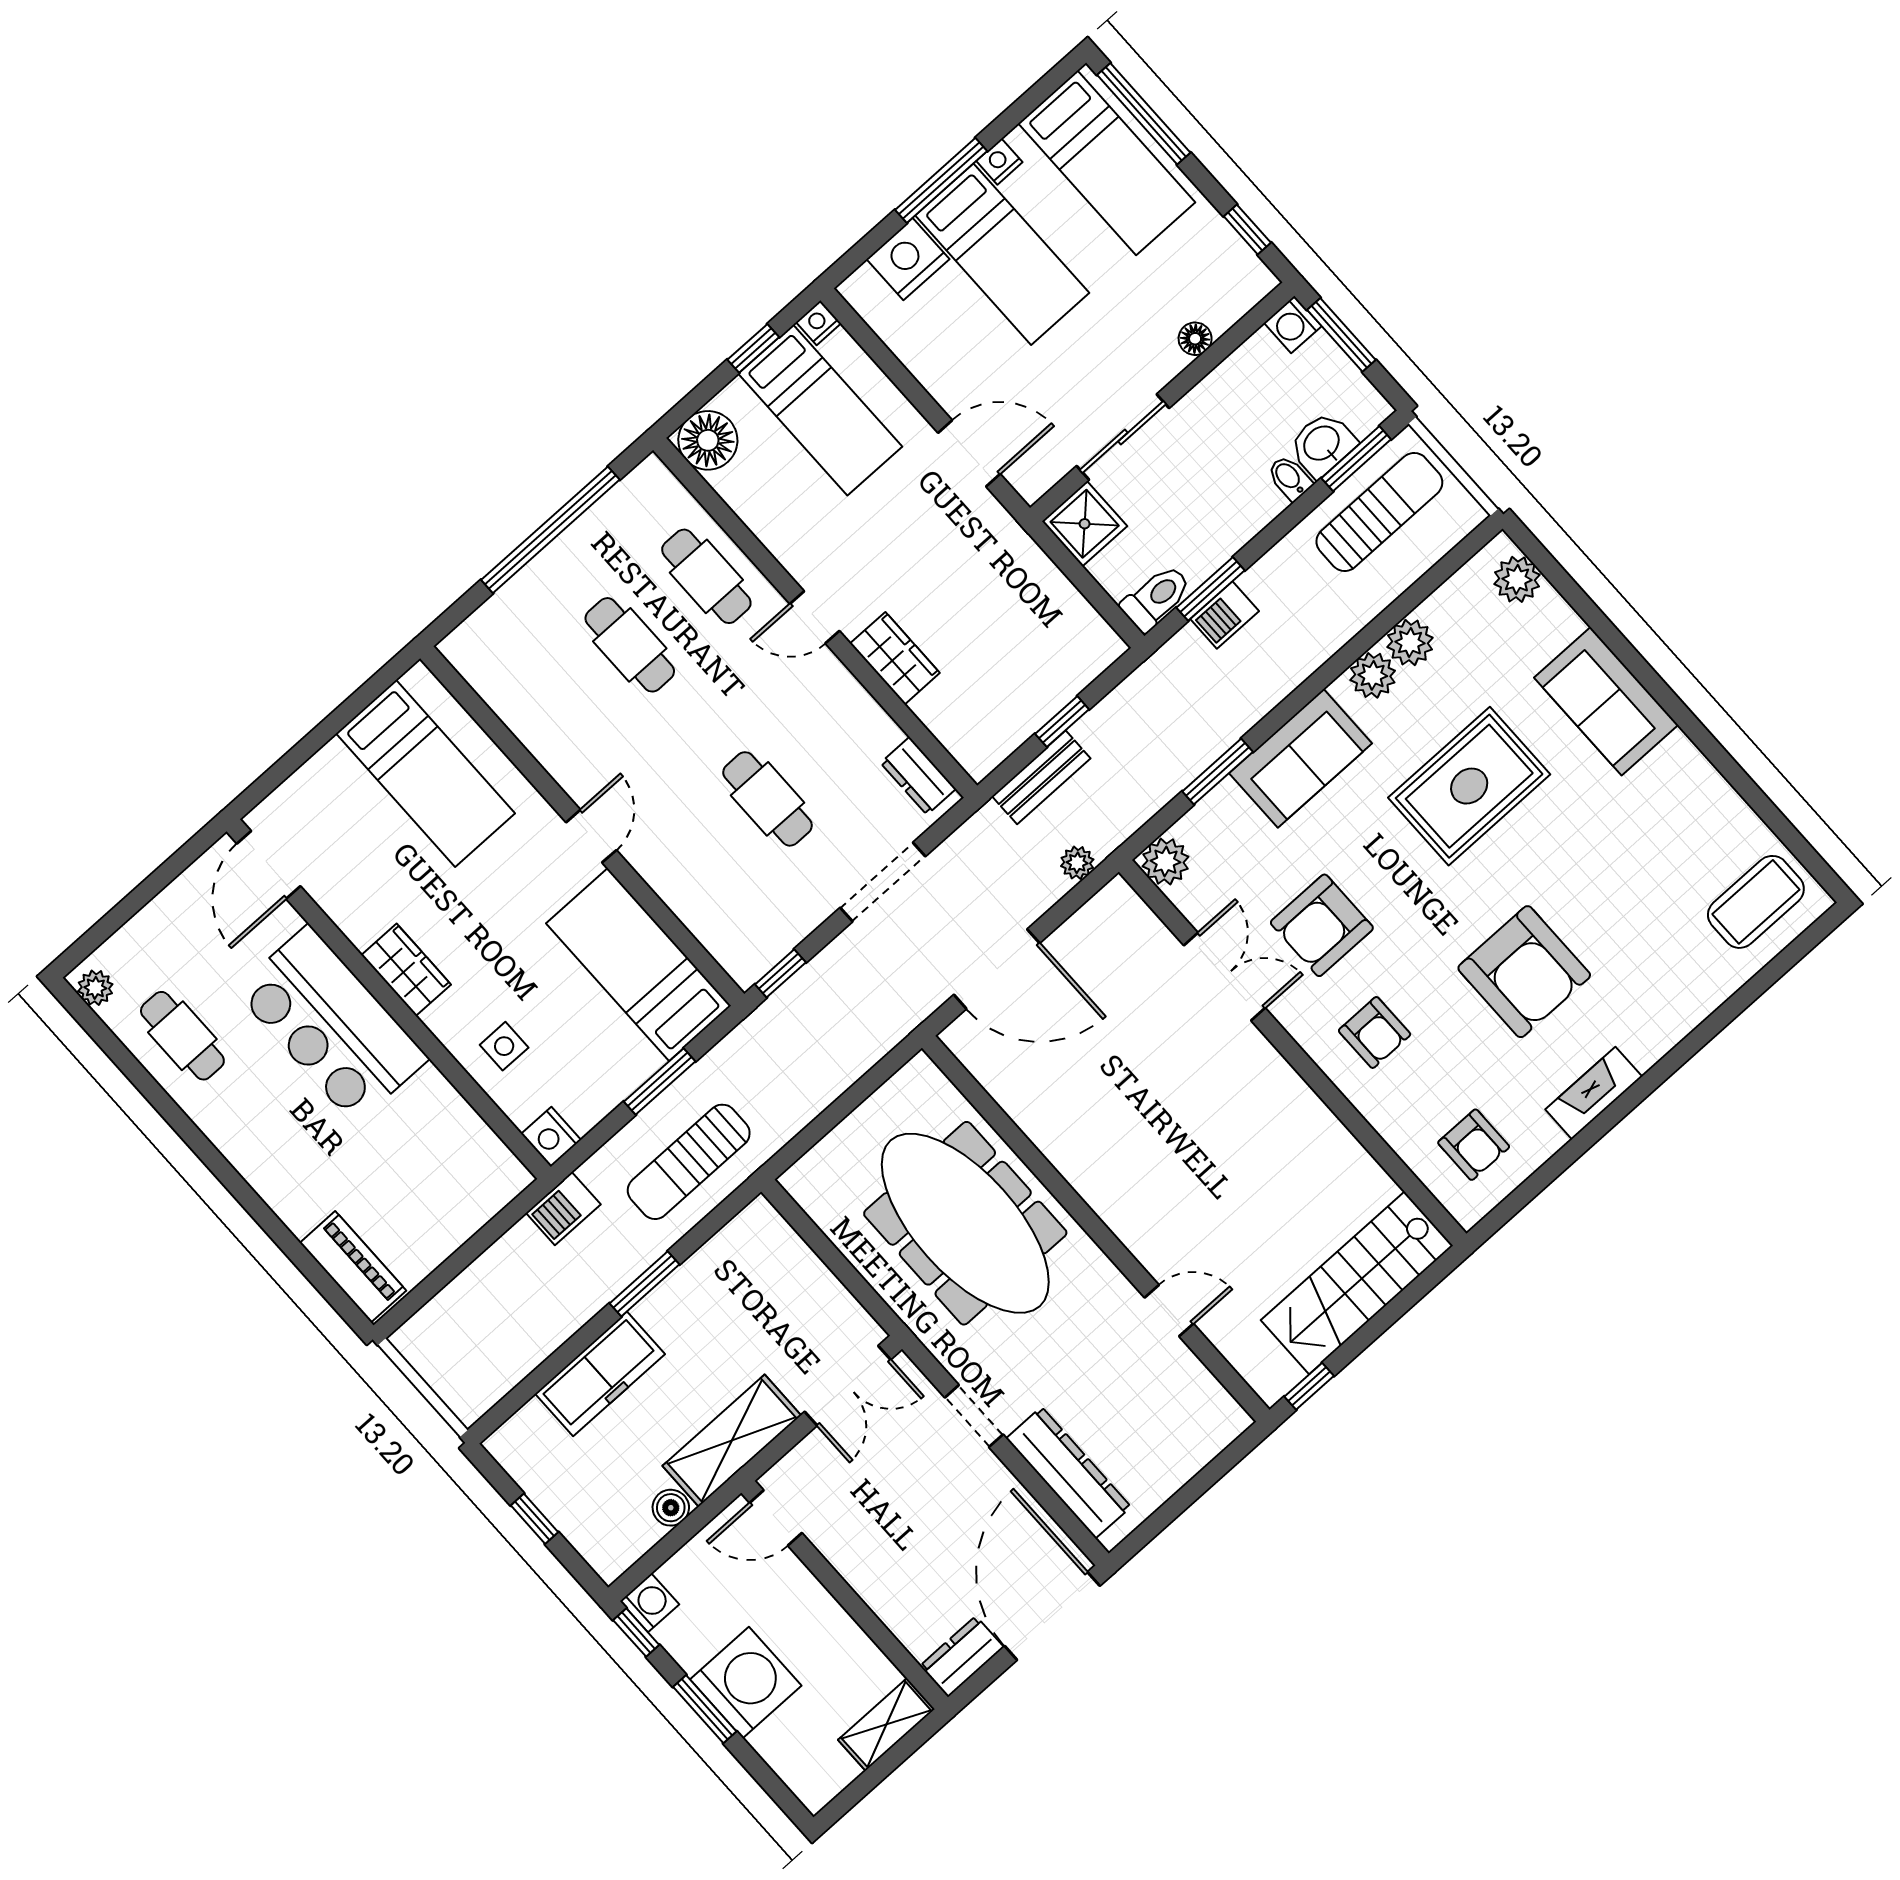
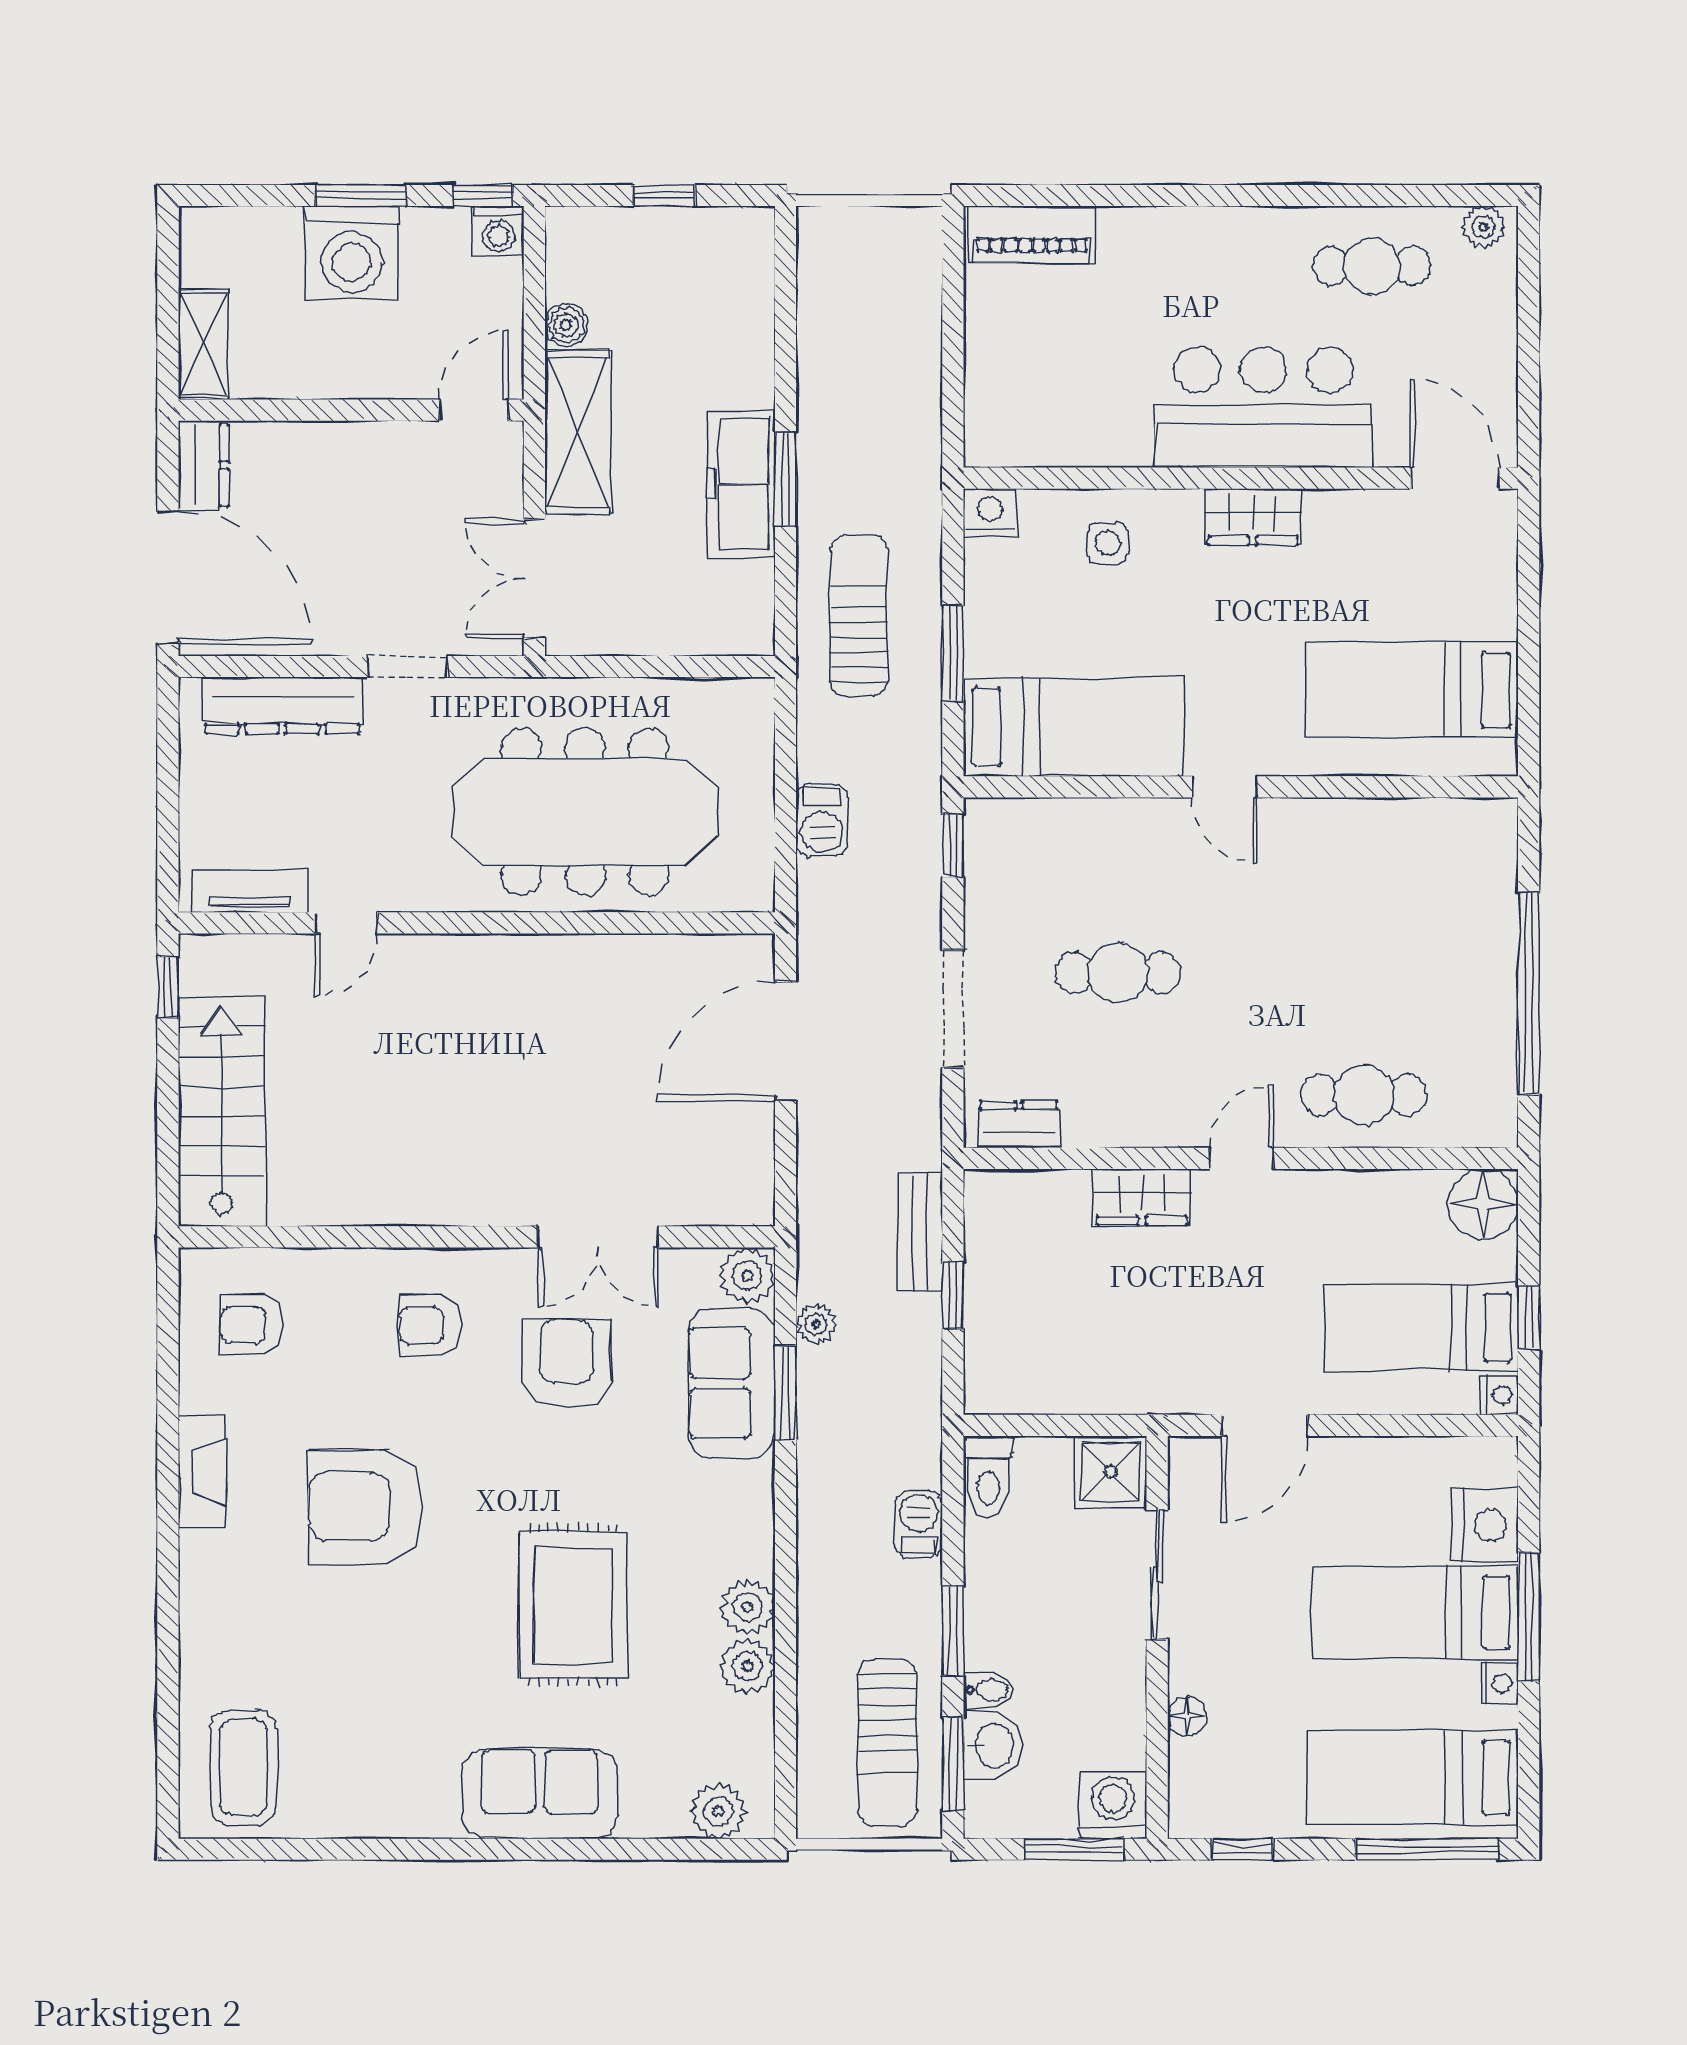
washing machine: (1293, 324) -> (1113, 1805), width x1.38, depth x1.38
window: (1211, 589) -> (953, 1631), moved
cafe table: (630, 645) -> (1364, 973), removed
sofa: (1301, 758) -> (731, 1383), moved
plant: (1077, 863) -> (816, 1324), moved
barbecue: (563, 1209) -> (822, 820), moved, turned 180
freezer: (600, 1374) -> (741, 484), moved
tv unit: (1203, 1389) -> (250, 890), added

